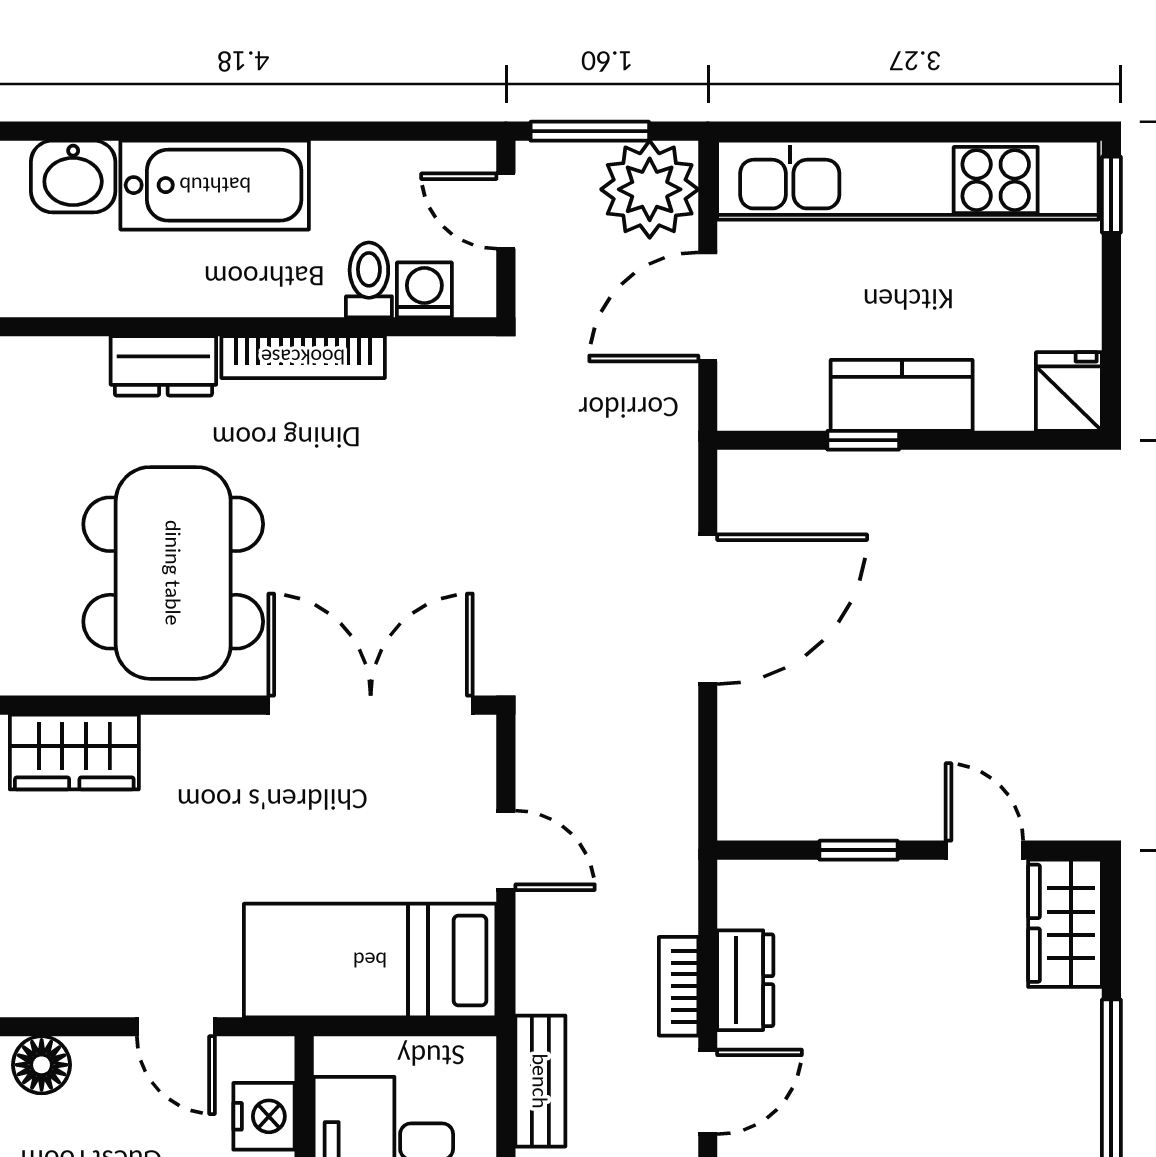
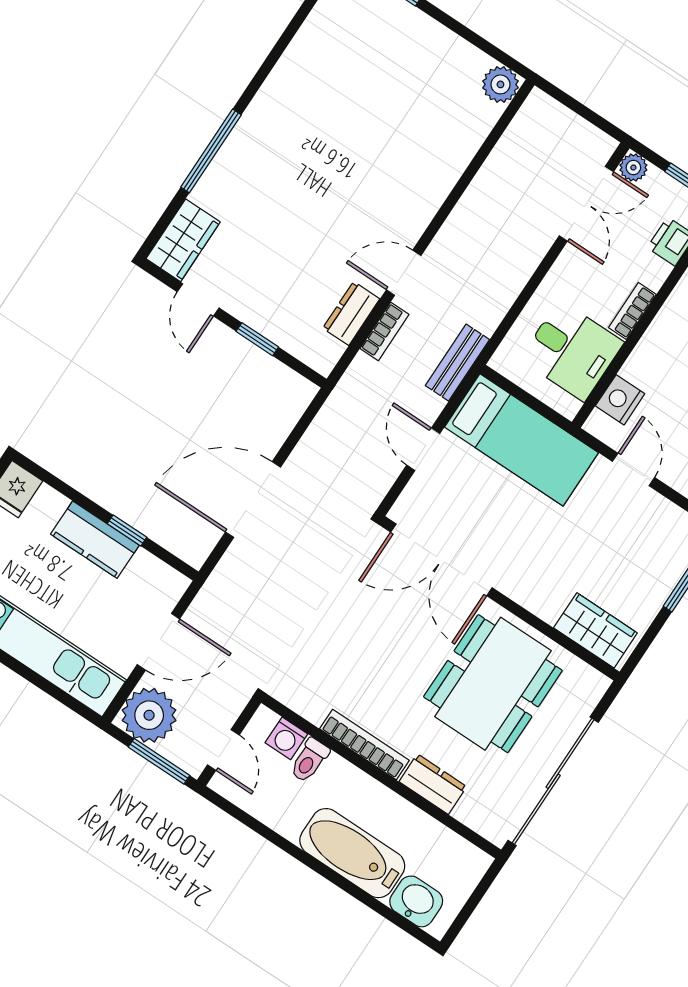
bench: (540, 1081) -> (457, 363), moved

